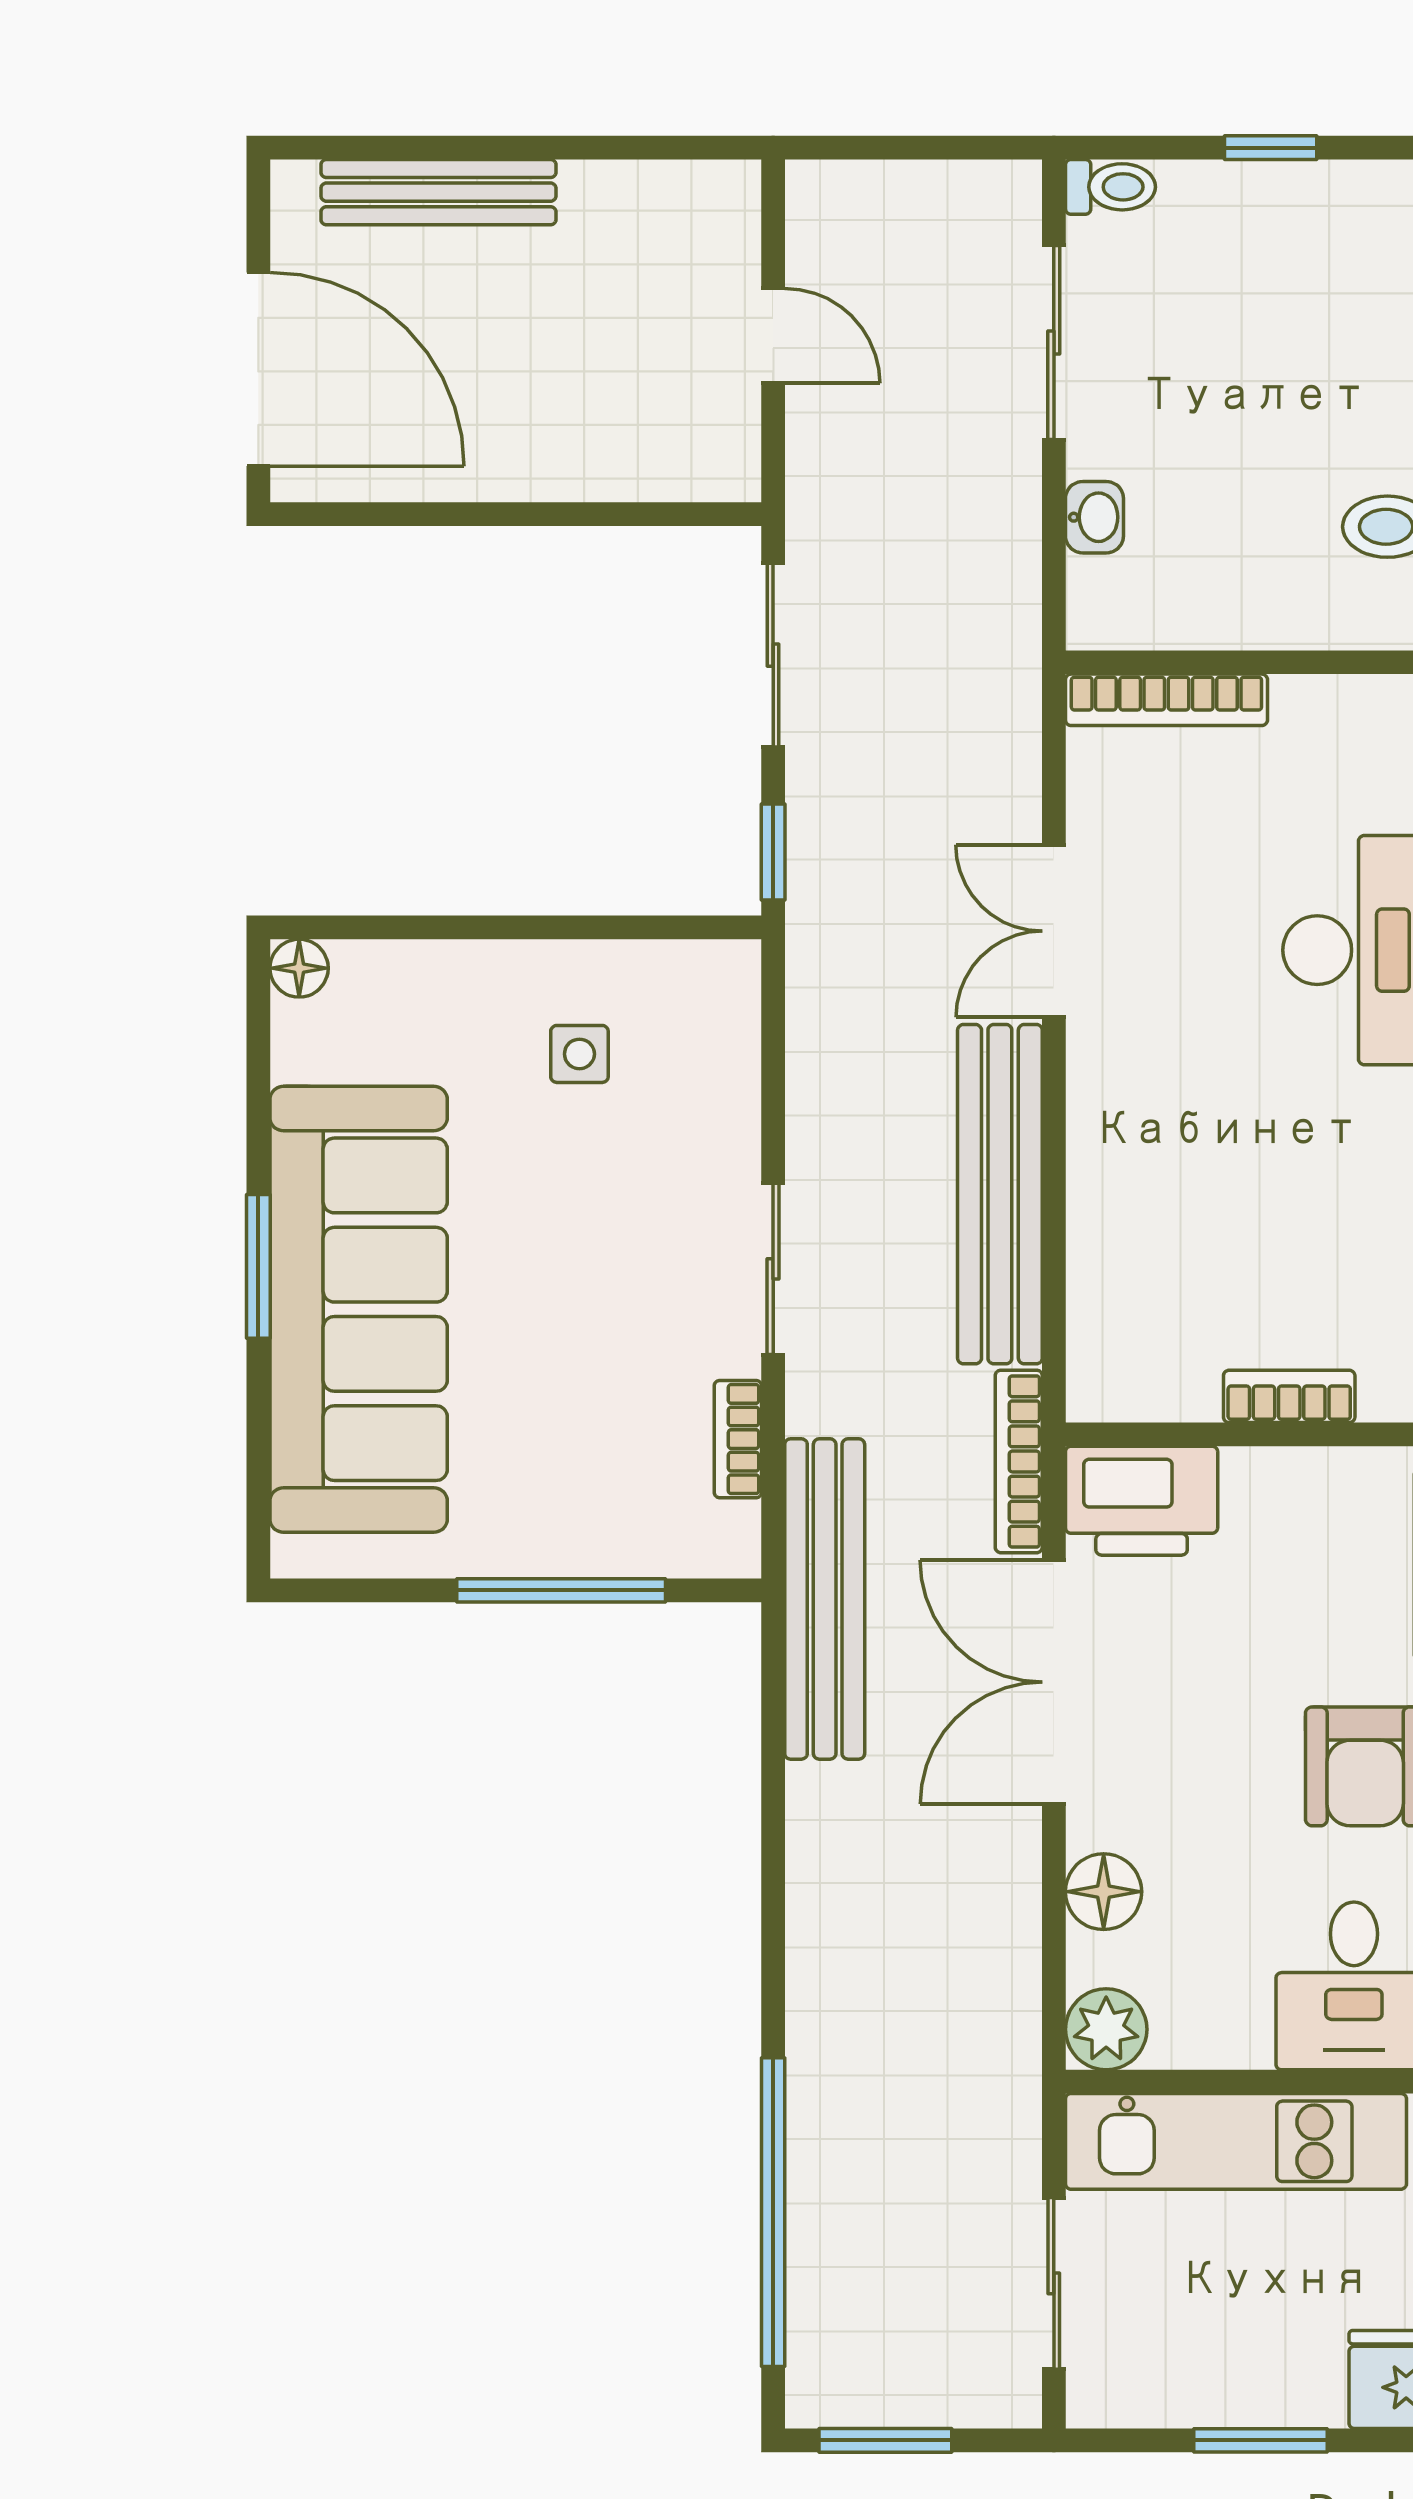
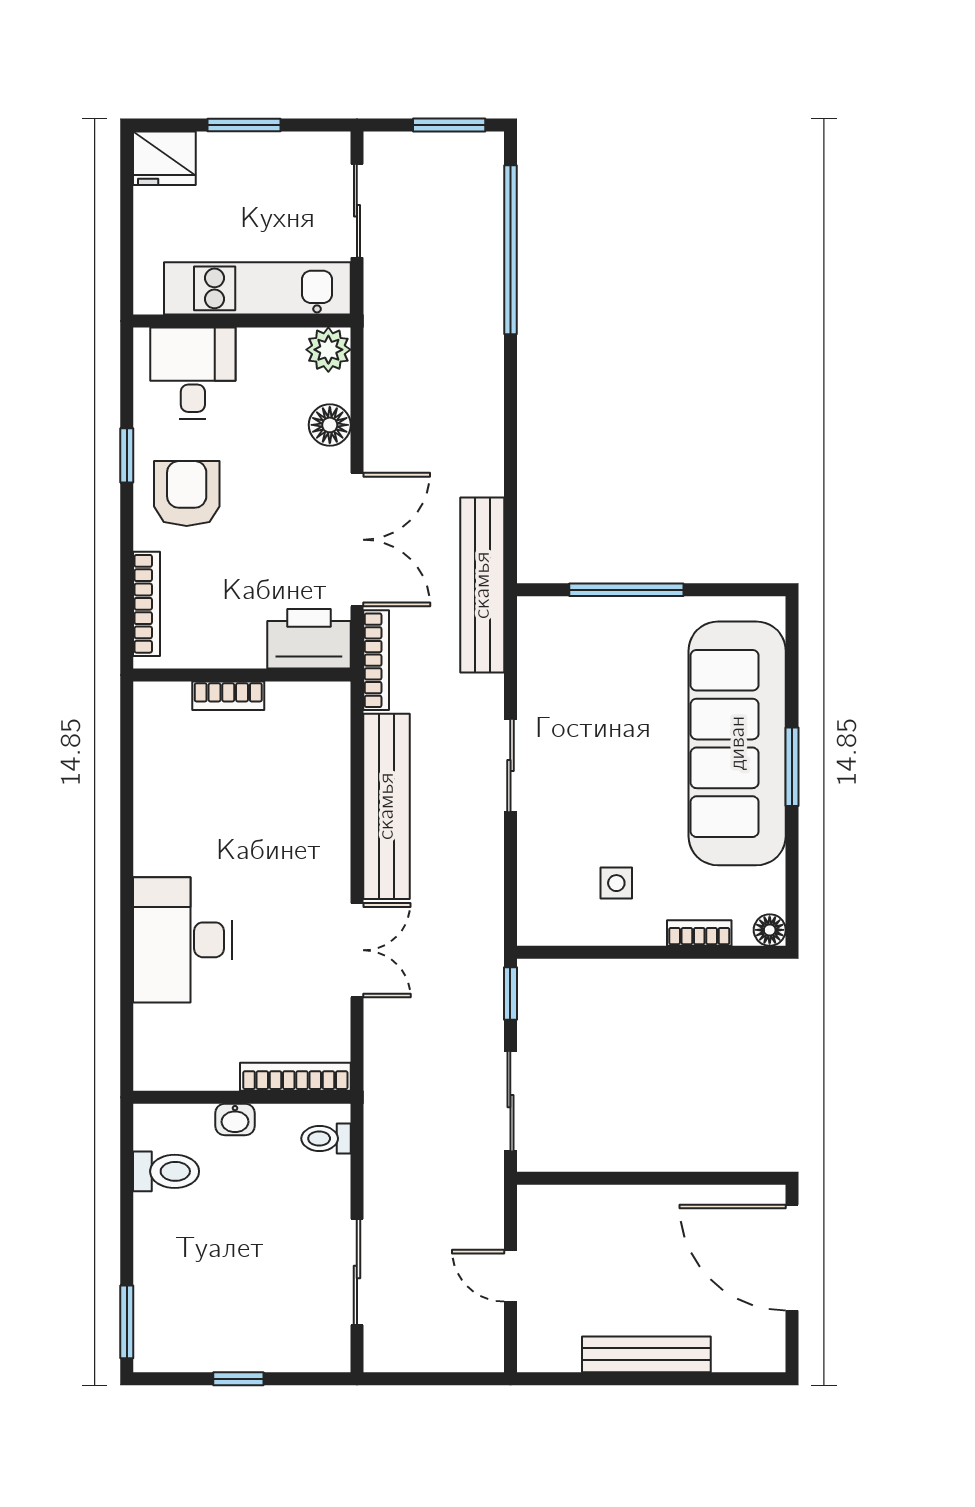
toilet: (1110, 187) -> (326, 1138), moved
bench: (438, 192) -> (646, 1354), moved
washbasin: (1094, 517) -> (235, 1119), moved, turned -90
bookcase: (738, 1439) -> (699, 933), moved, turned -90

